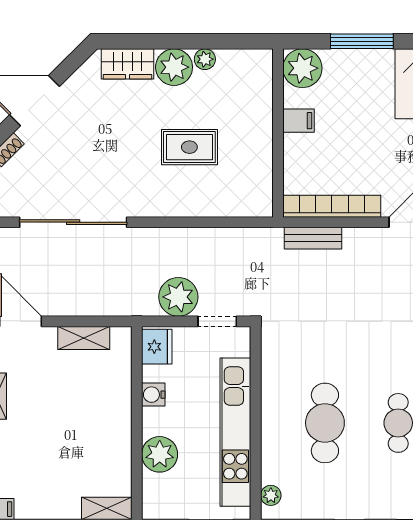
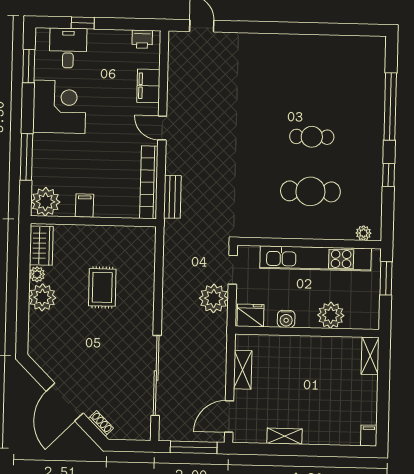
wardrobe: (127, 64) -> (41, 246), moved

